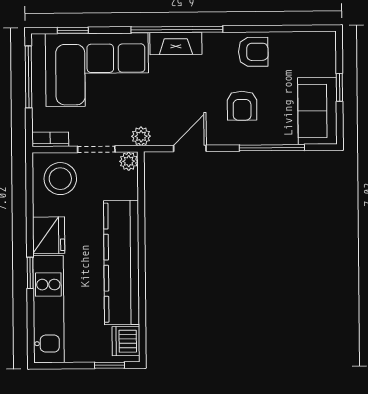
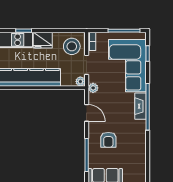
armchair: (253, 52) -> (136, 146), removed
armchair: (242, 106) -> (108, 140), turned -90

